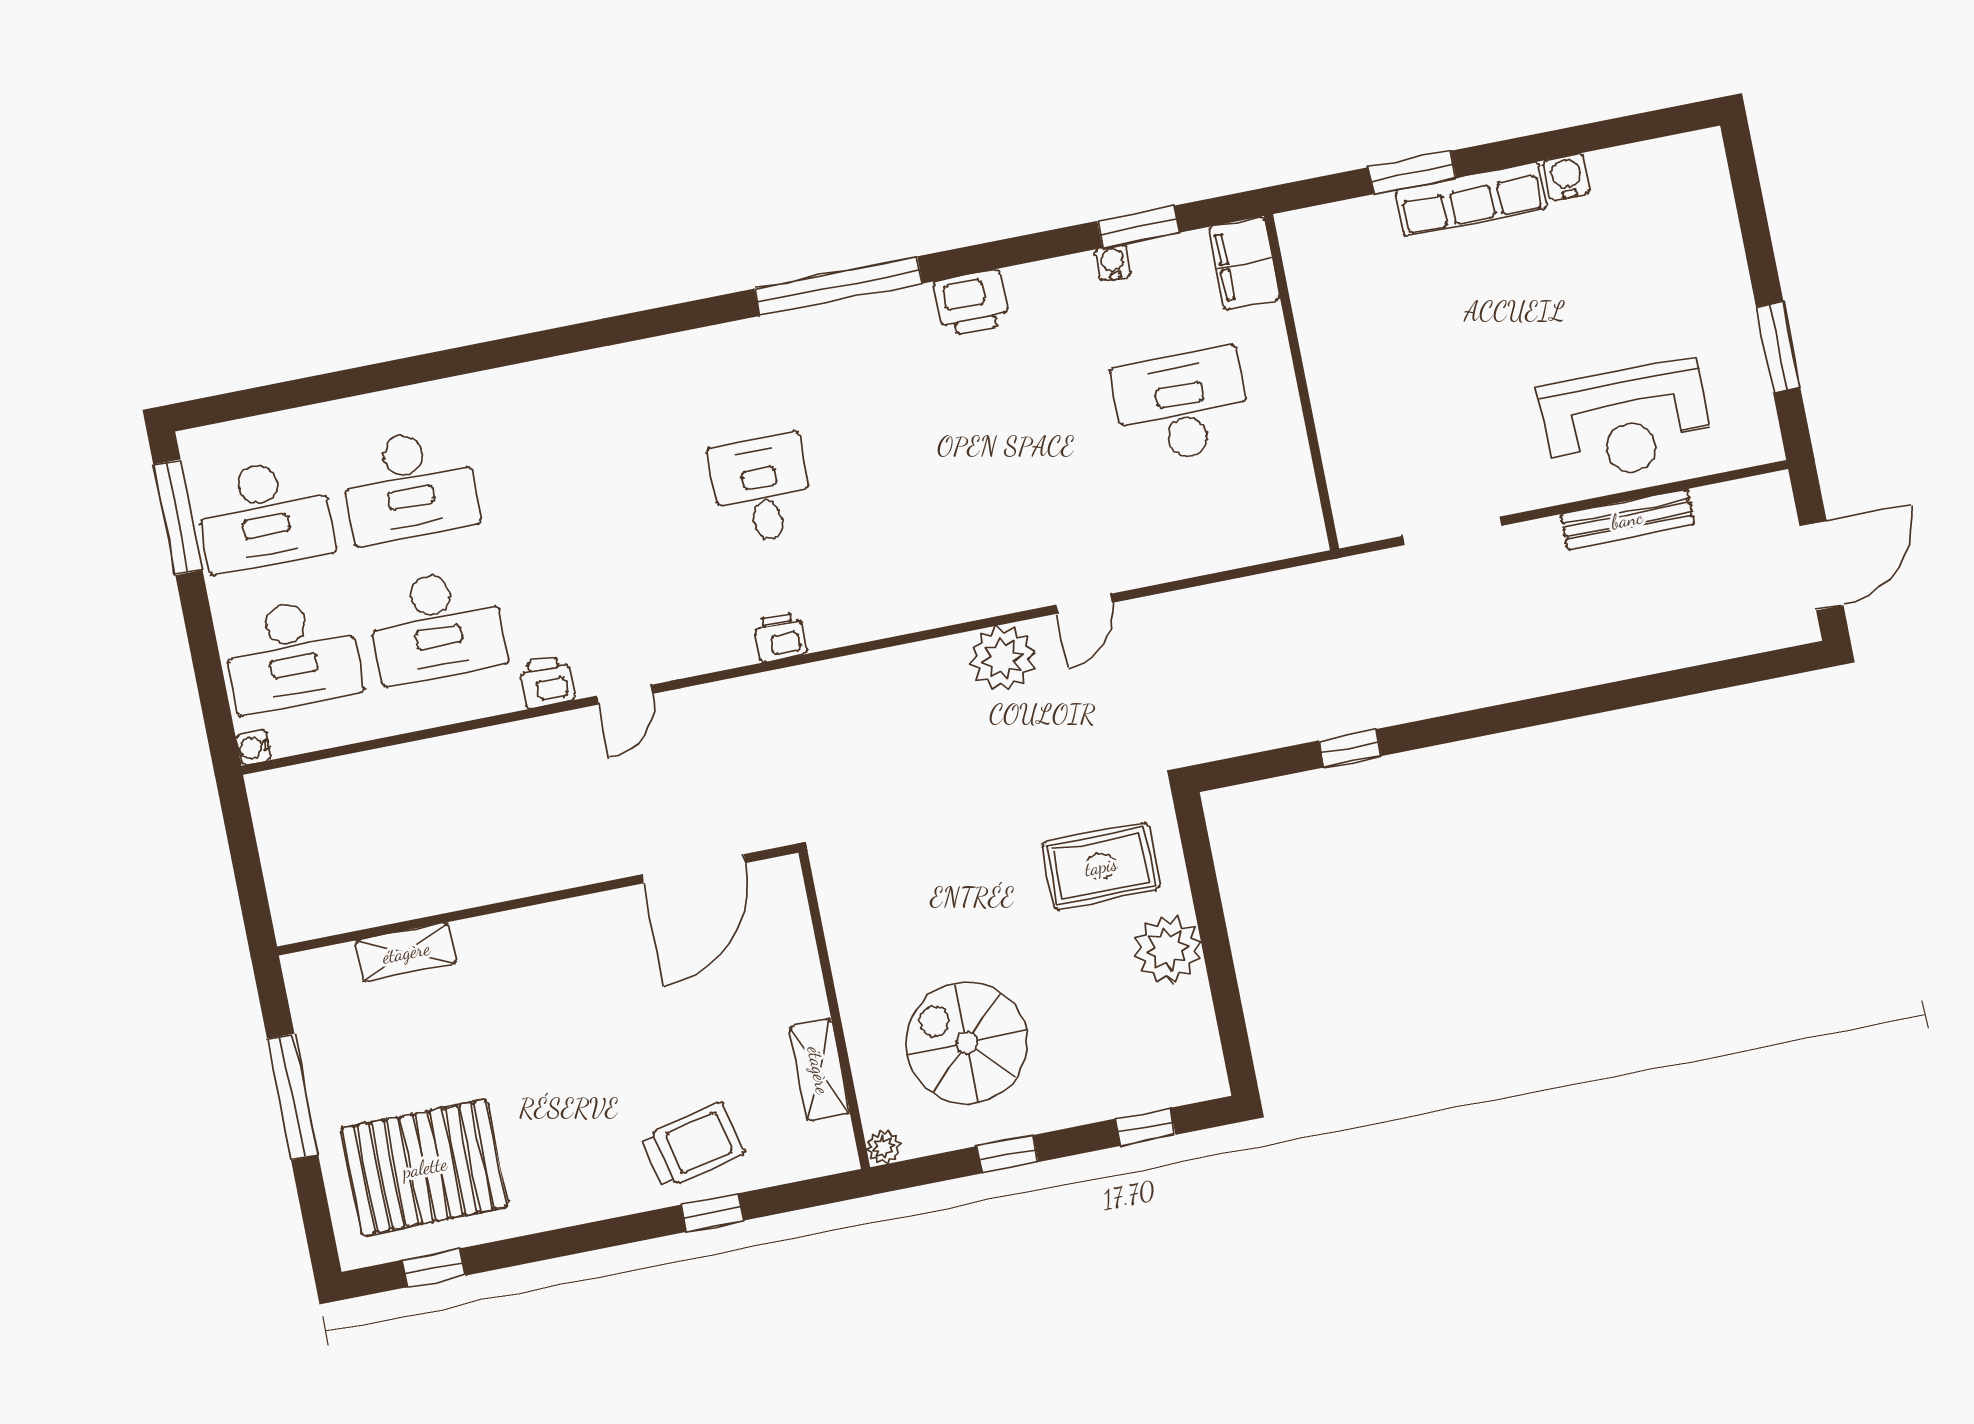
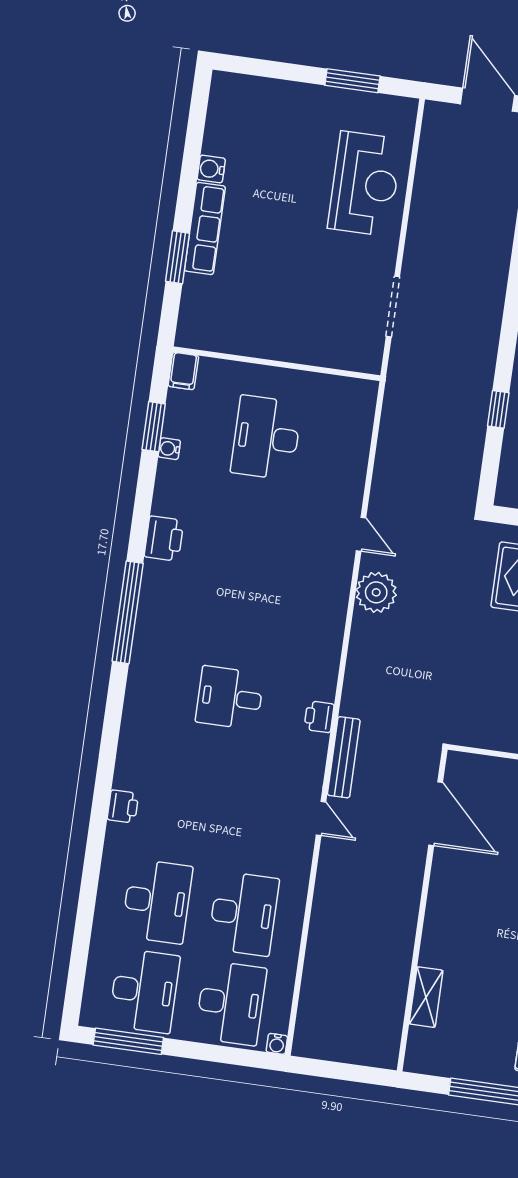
filing cabinet: (1244, 263) -> (183, 371), width x0.50
bench: (1627, 519) -> (344, 757), moved
printer: (547, 682) -> (123, 807), moved, turned 180

